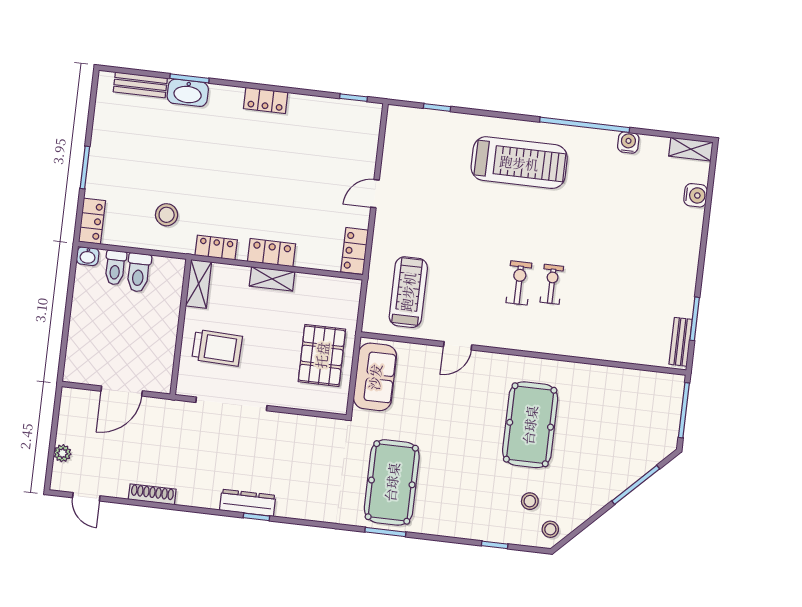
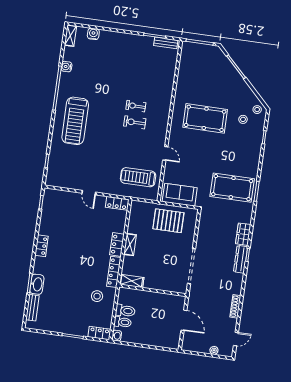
treadmill: (519, 163) -> (75, 121), turned 180
locker: (216, 248) -> (114, 272), width x1.53
trolley: (217, 348) -> (163, 273), removed
wardrobe: (298, 507) -> (243, 234), added

